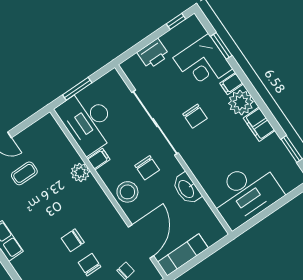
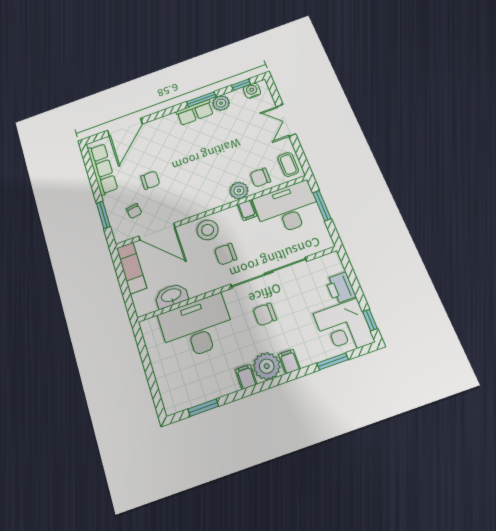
corner desk: (203, 63) -> (344, 328), moved, turned -90
filing cabinet: (259, 124) -> (246, 377), width x0.50
coffee table: (24, 173) -> (288, 165), moved
washbasin: (187, 189) -> (171, 296), moved
desk: (245, 193) -> (197, 327), moved, turned 90
chair: (73, 240) -> (260, 177), moved, turned -90

